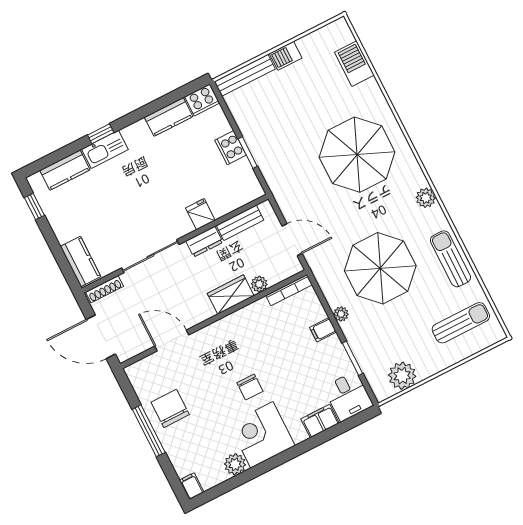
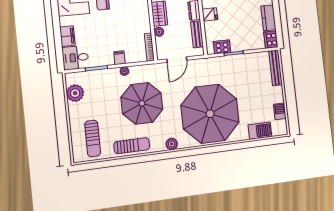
barbecue: (286, 56) -> (280, 111), moved
cooker: (231, 148) -> (222, 47), moved
parasol: (357, 155) -> (210, 114), width x1.36, depth x1.36

